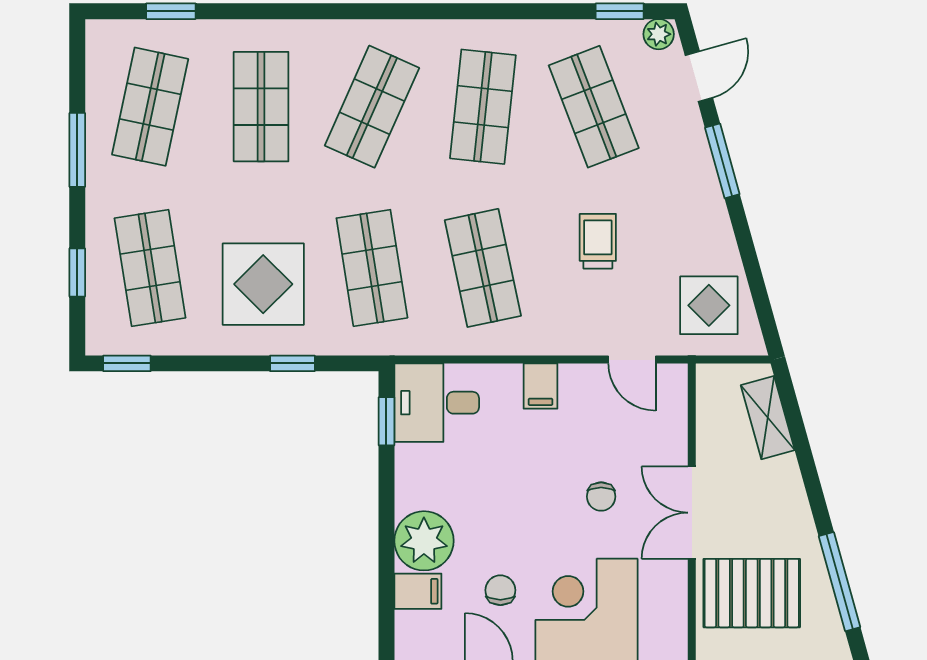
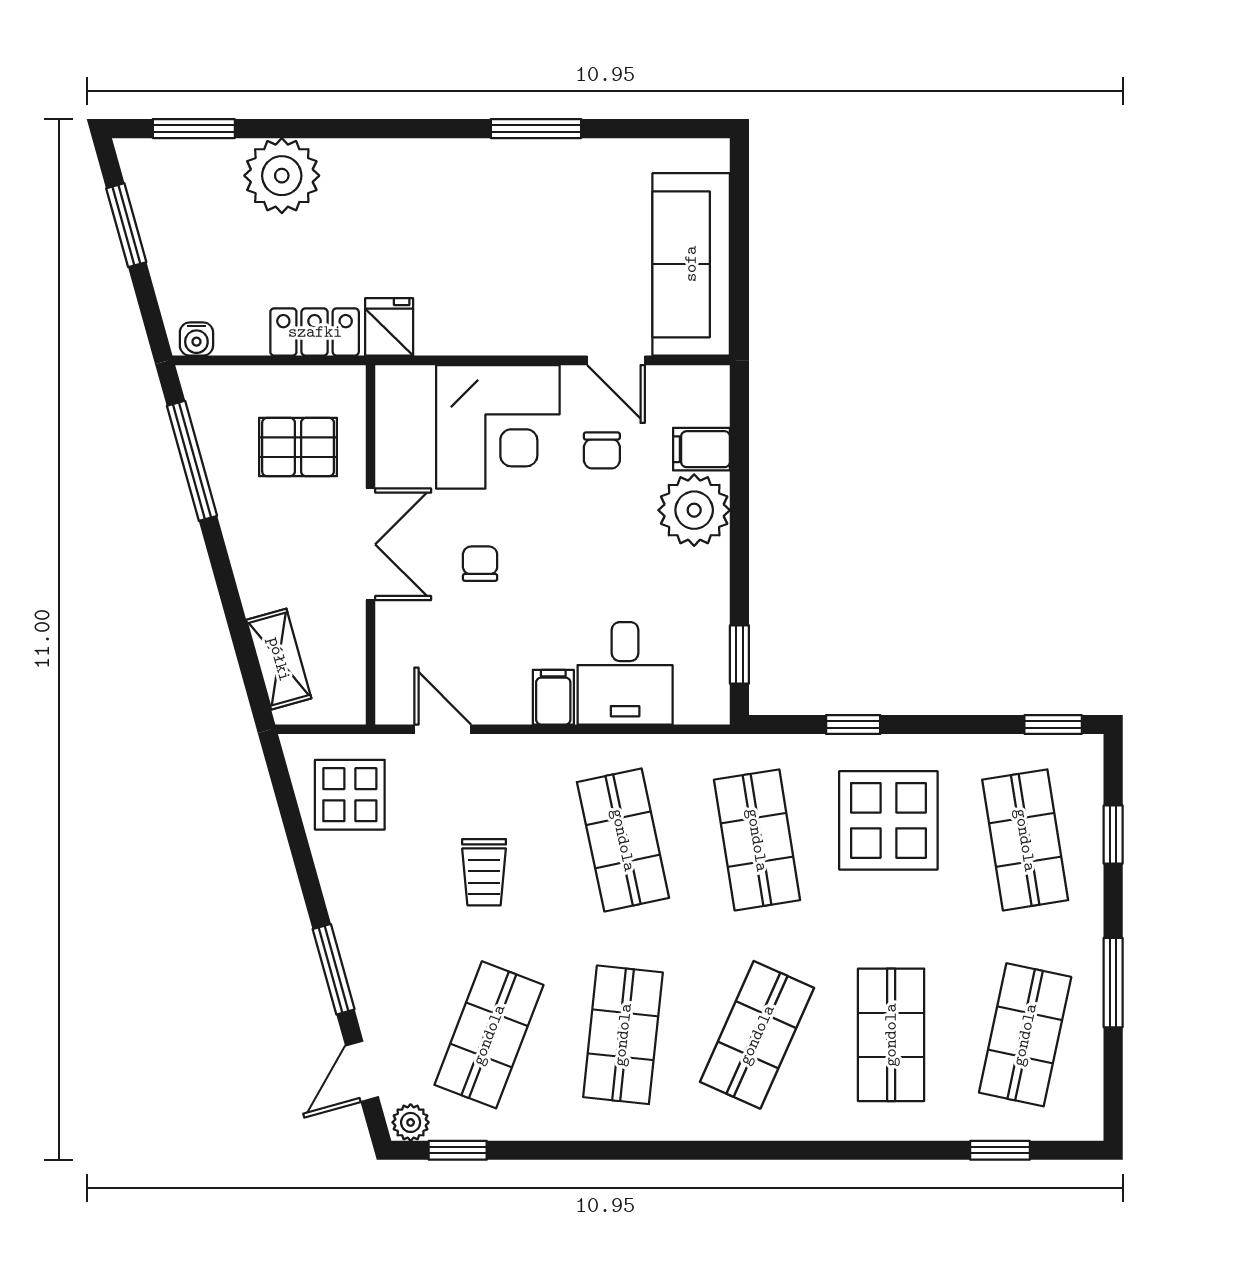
shop shelf: (594, 107) -> (489, 1035), turned 42
desk: (437, 403) -> (625, 673), moved, turned 90
pallet: (752, 593) -> (298, 447), width x0.67, depth x0.71

